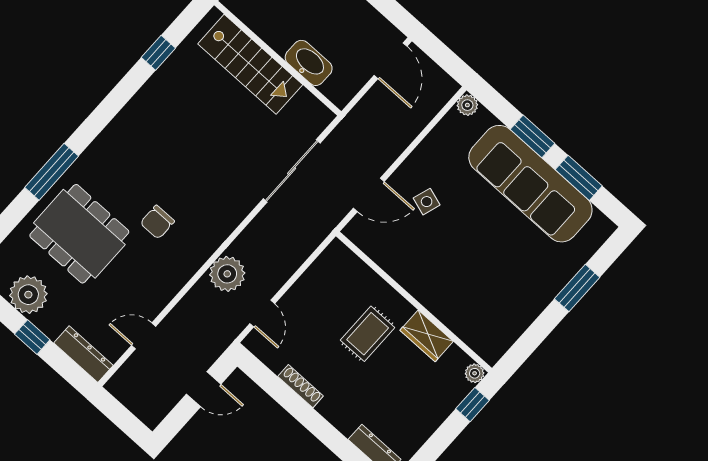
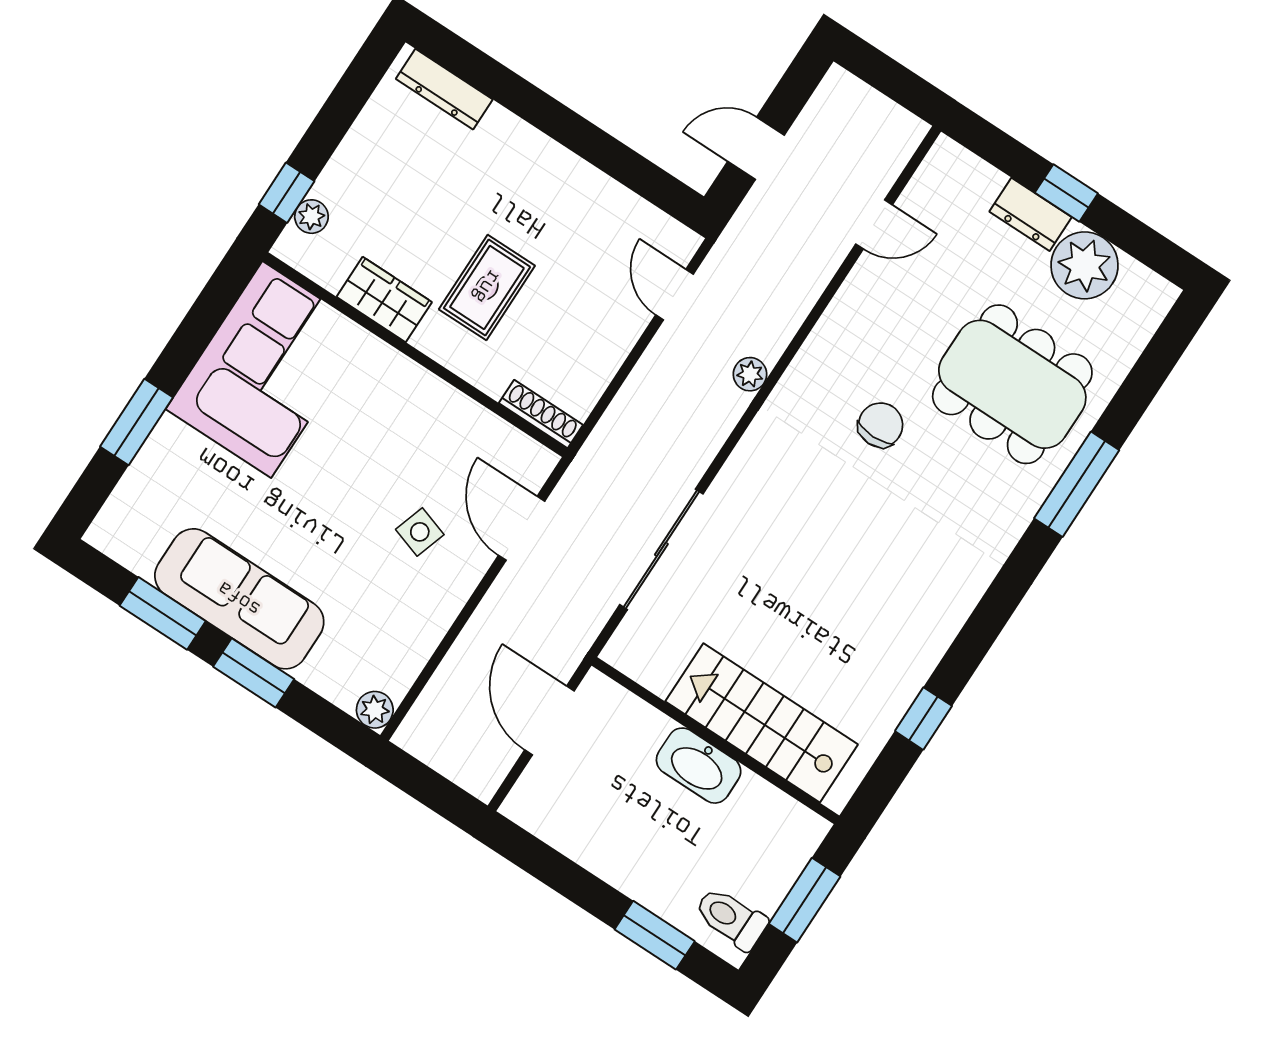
door: (391, 61) -> (549, 720), moved
washbasin: (309, 63) -> (699, 766), moved
sofa: (530, 184) -> (239, 599), width x0.74, depth x0.79
door: (369, 195) -> (522, 528), hinge flipped
plant: (227, 274) -> (750, 374), width x0.53, depth x0.53
corner sofa: (499, 306) -> (267, 370), added
dresser: (83, 354) -> (1031, 214), moved, width x0.70
plant: (475, 373) -> (311, 217), moved
shoe rack: (301, 386) -> (541, 414), moved, turned 180

